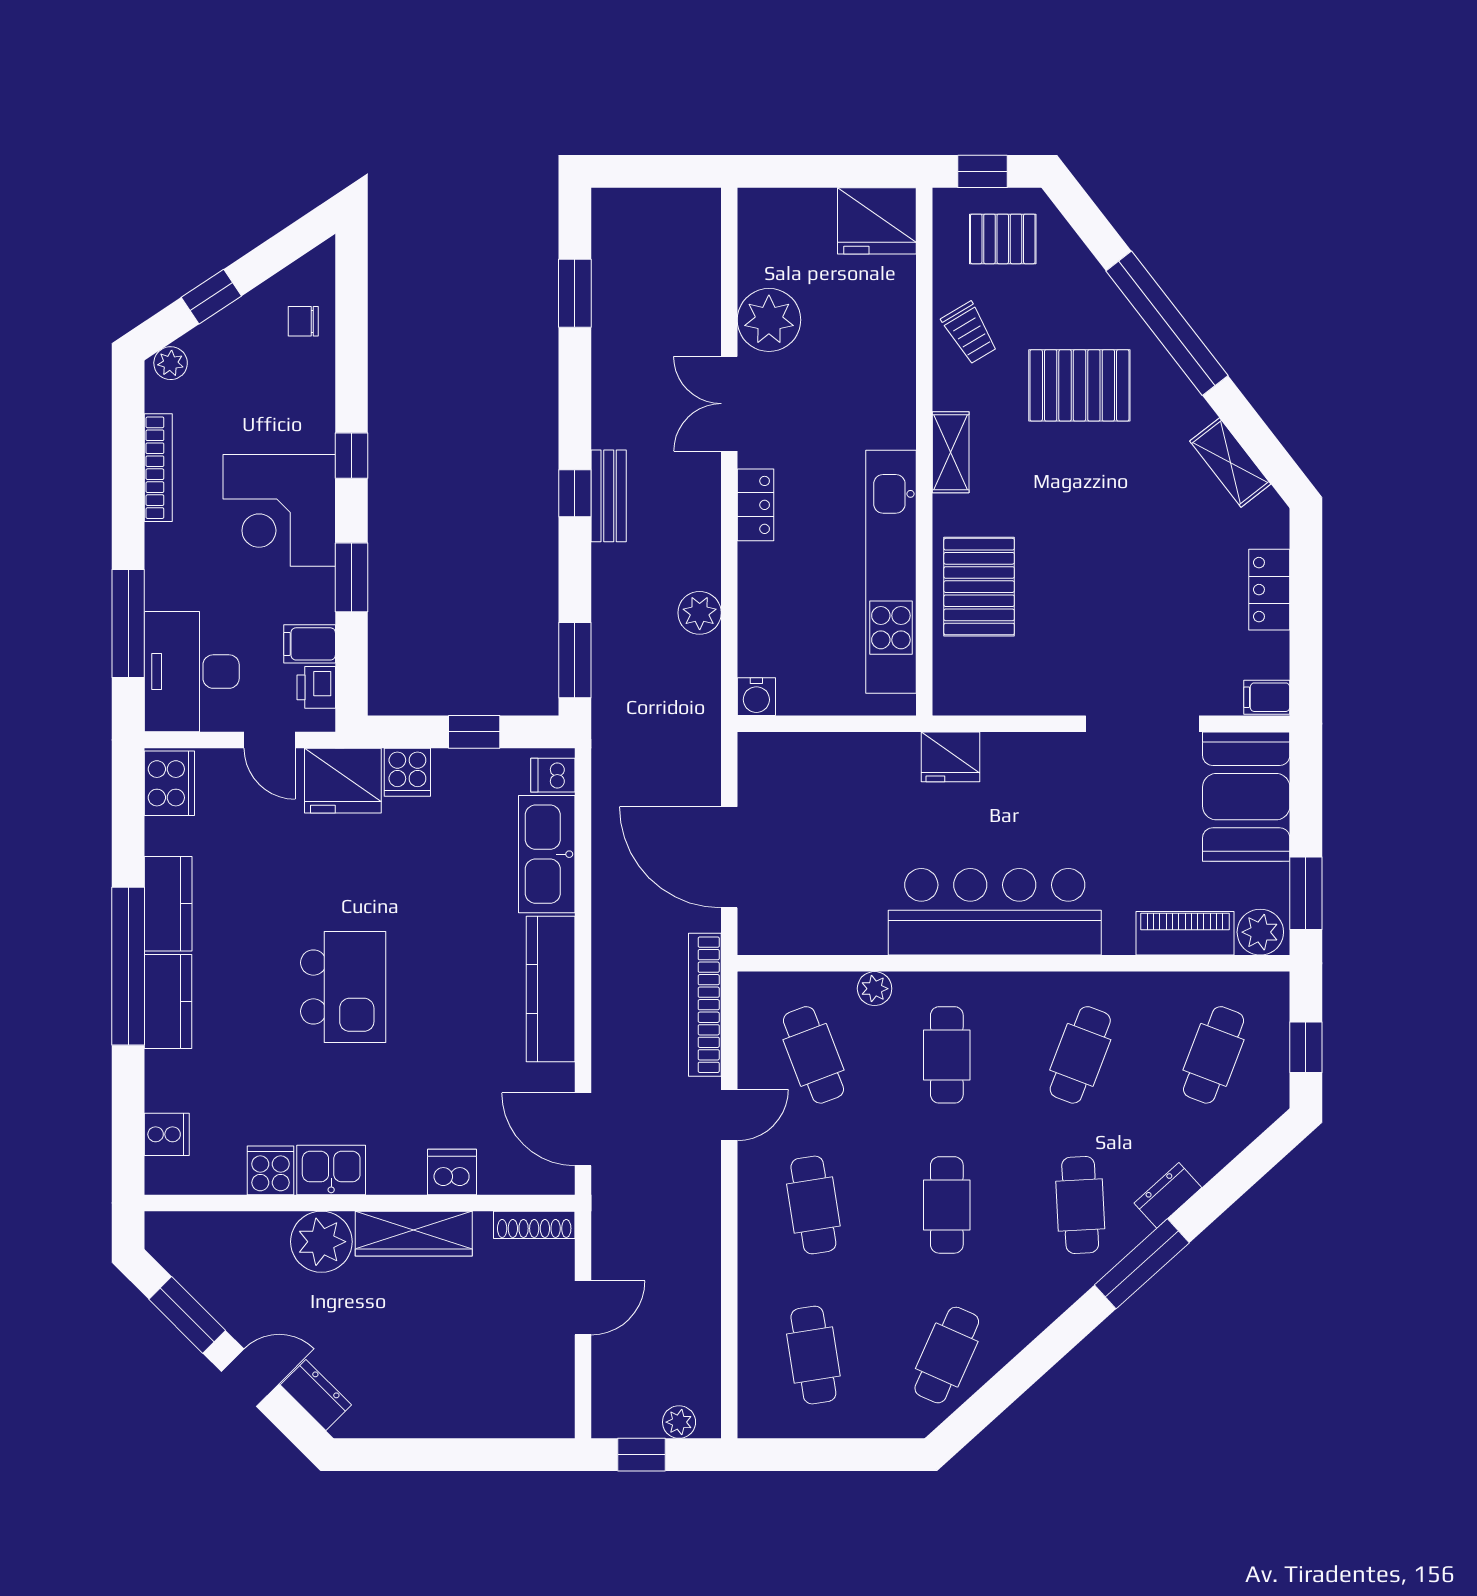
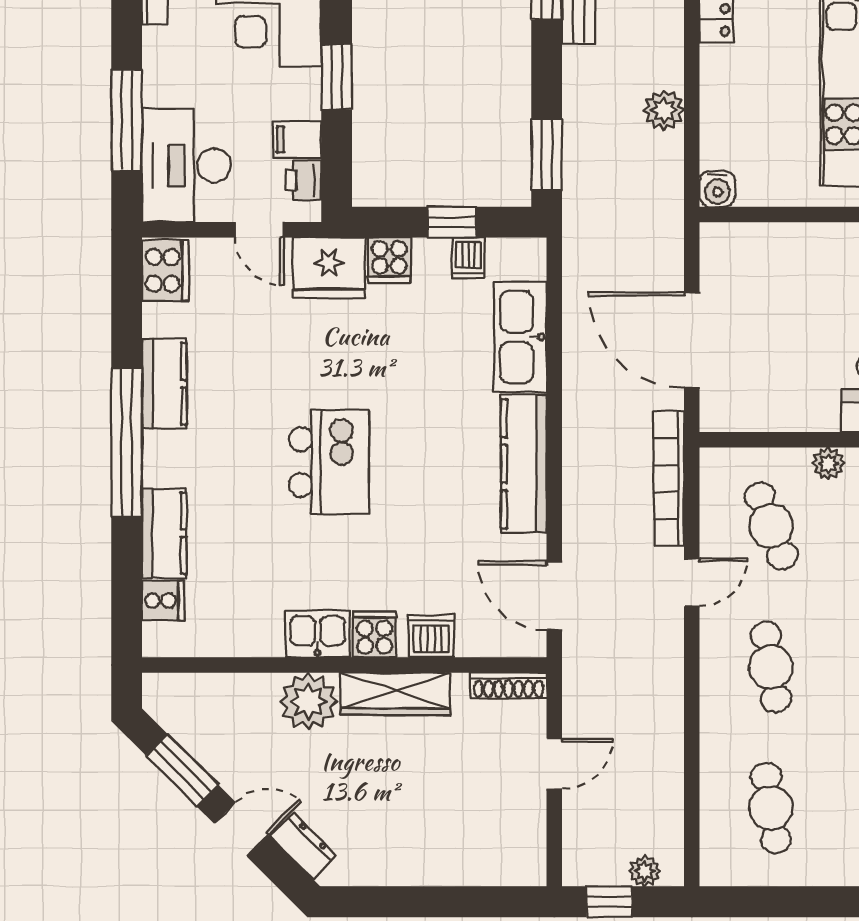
dishwasher: (553, 775) -> (468, 258), moved, turned -90
kitchen counter: (168, 1002) -> (164, 533), moved
cooker: (270, 1170) -> (375, 634), moved

